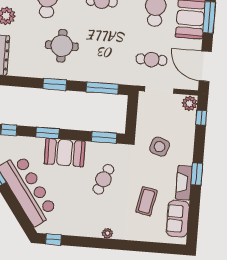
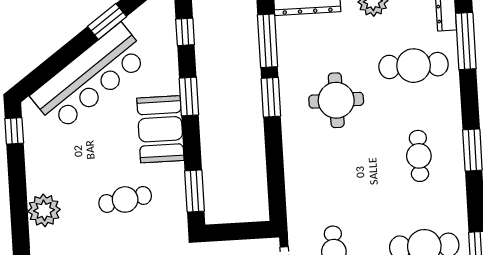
window: (102, 88) -> (268, 41), moved
cafe table: (103, 179) -> (125, 199), turned -31
plant: (107, 233) -> (44, 210), width x1.88, depth x1.88

